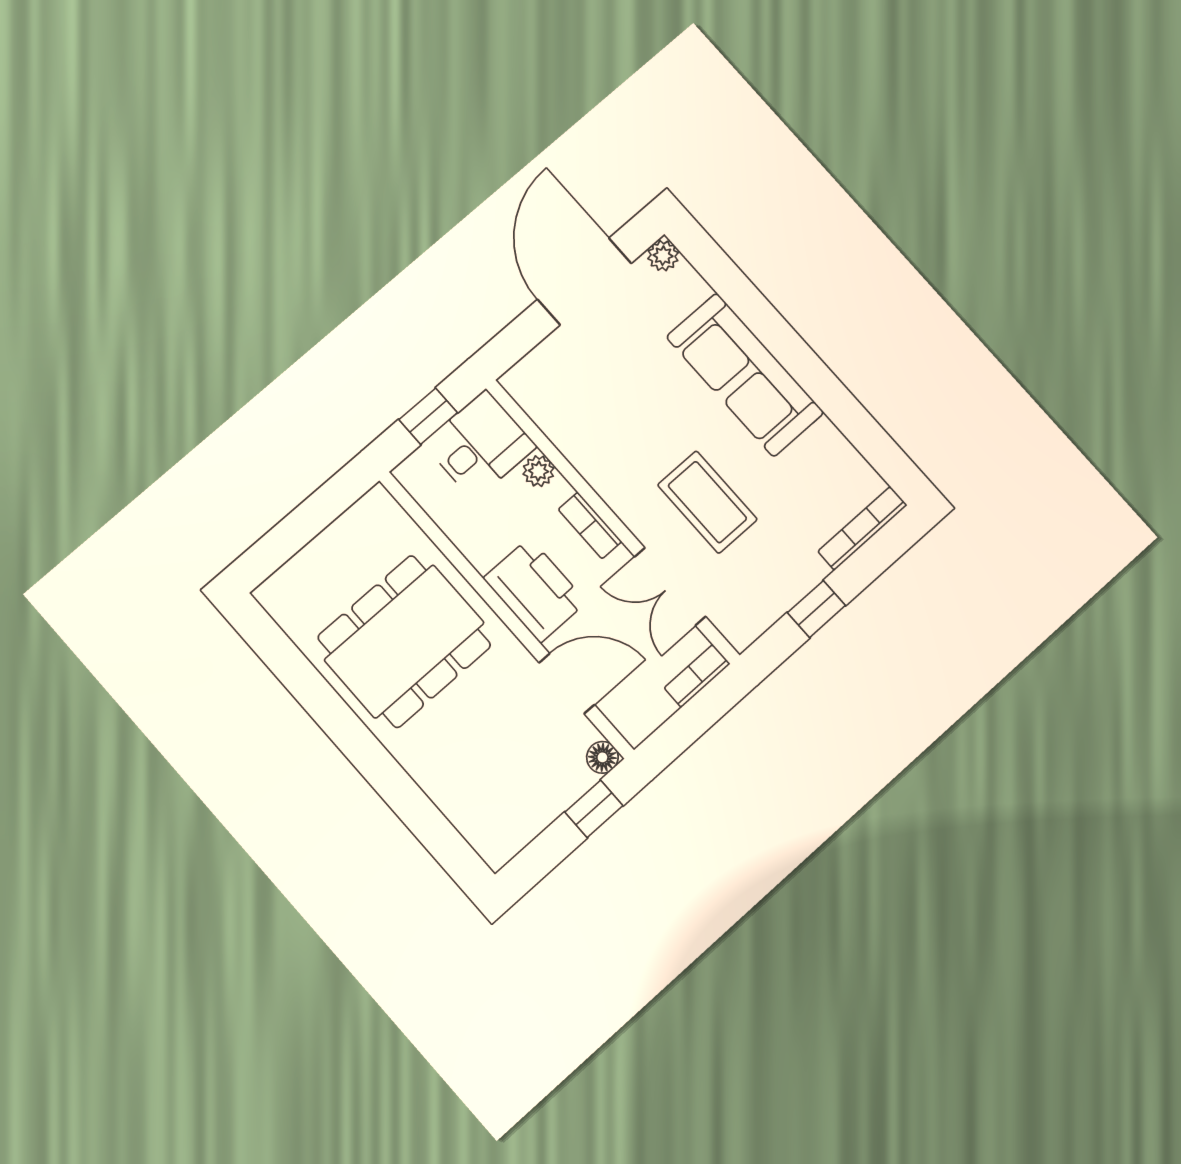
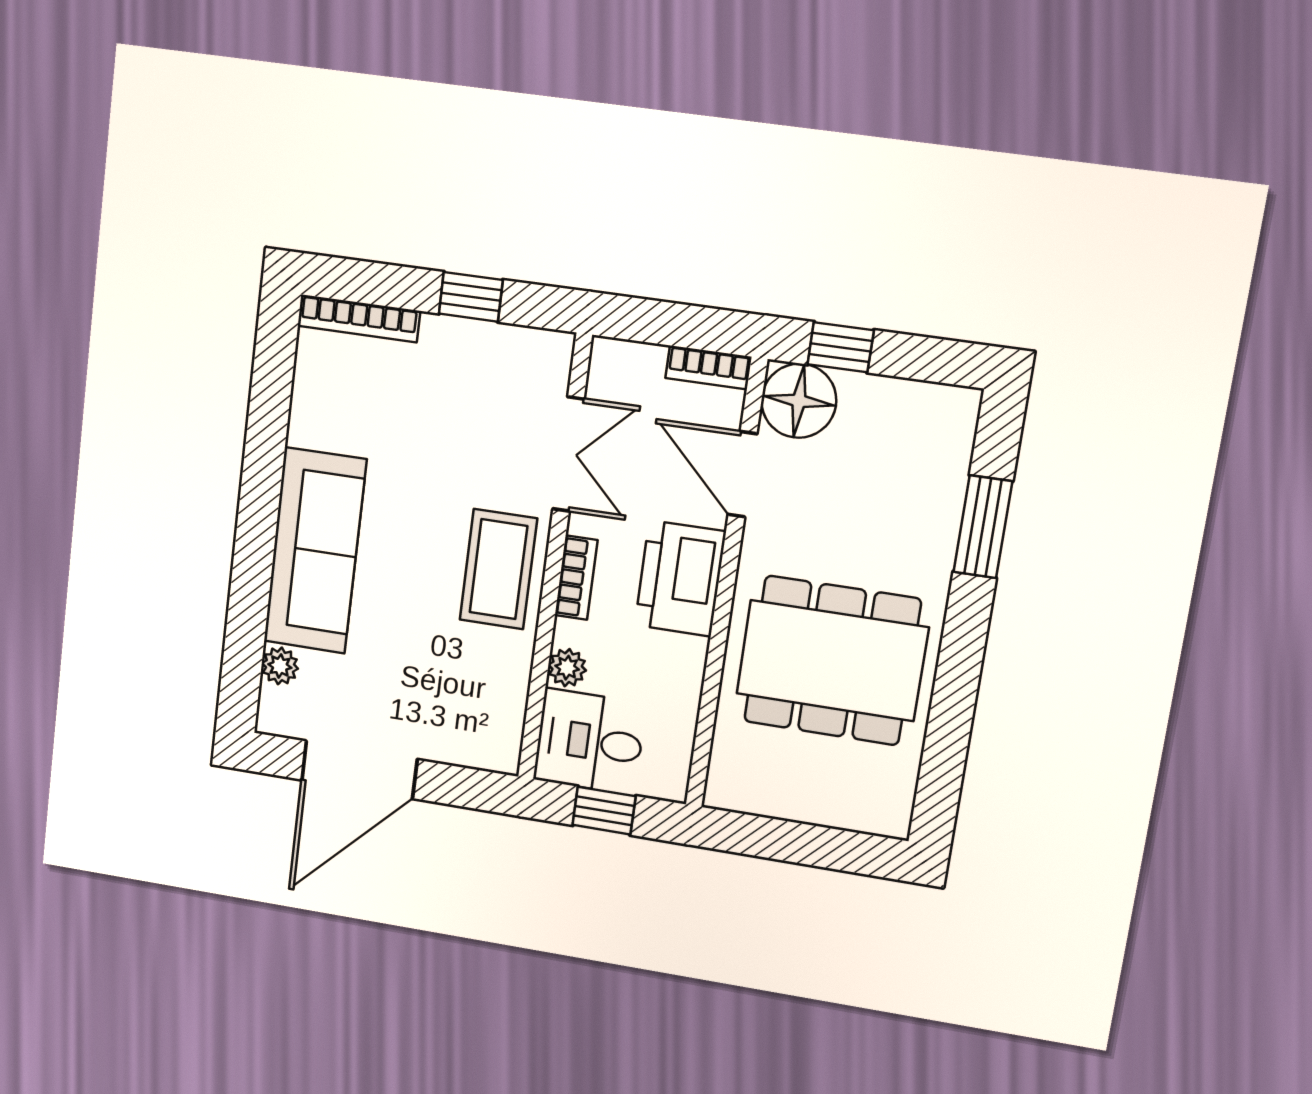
plant: (663, 256) -> (280, 666), moved
coffee table: (707, 502) -> (498, 569), moved
bookcase: (697, 676) -> (708, 367), moved
floor lamp: (602, 757) -> (799, 401), width x1.89, depth x1.89
window: (410, 804) -> (983, 527), added

